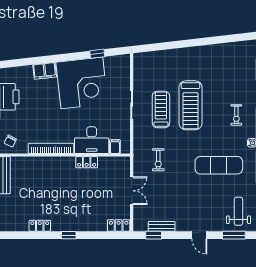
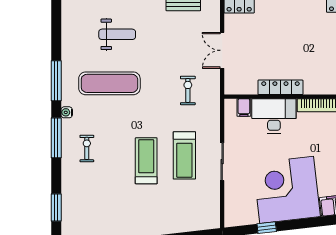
treadmill: (190, 105) -> (146, 161), width x0.73, depth x0.73
locker: (87, 162) -> (280, 87), width x1.53
weight bench: (238, 211) -> (117, 34), moved, turned -90

